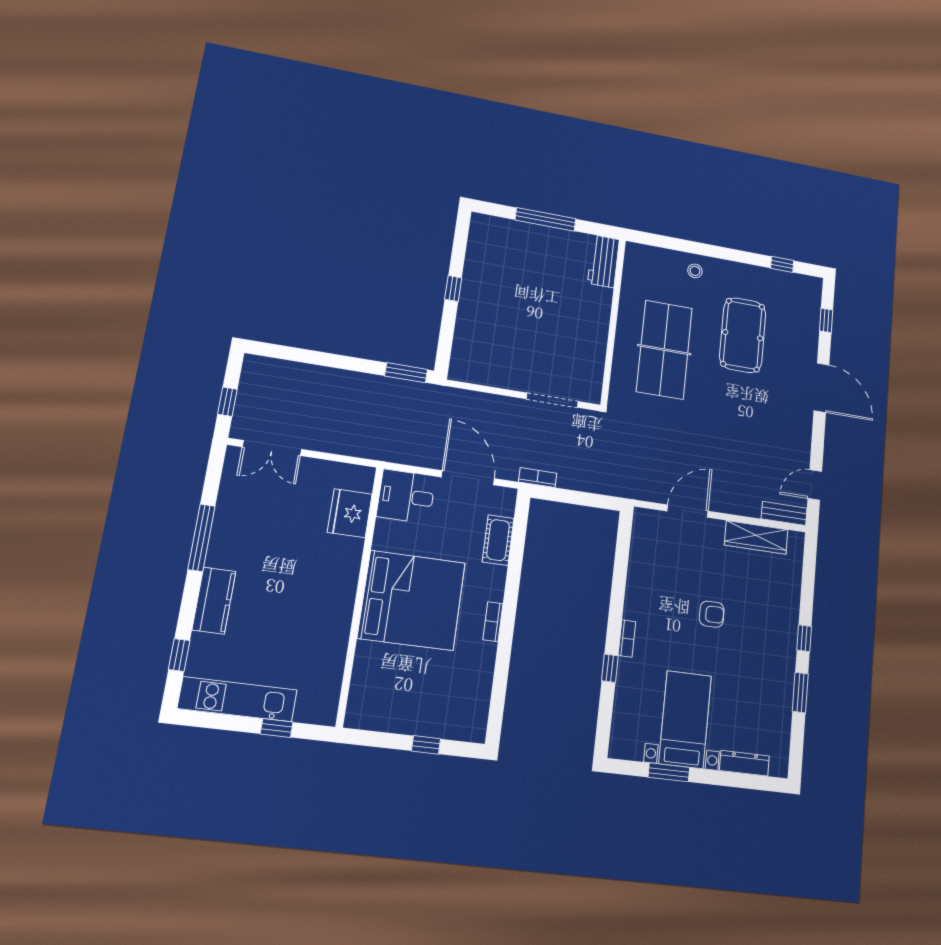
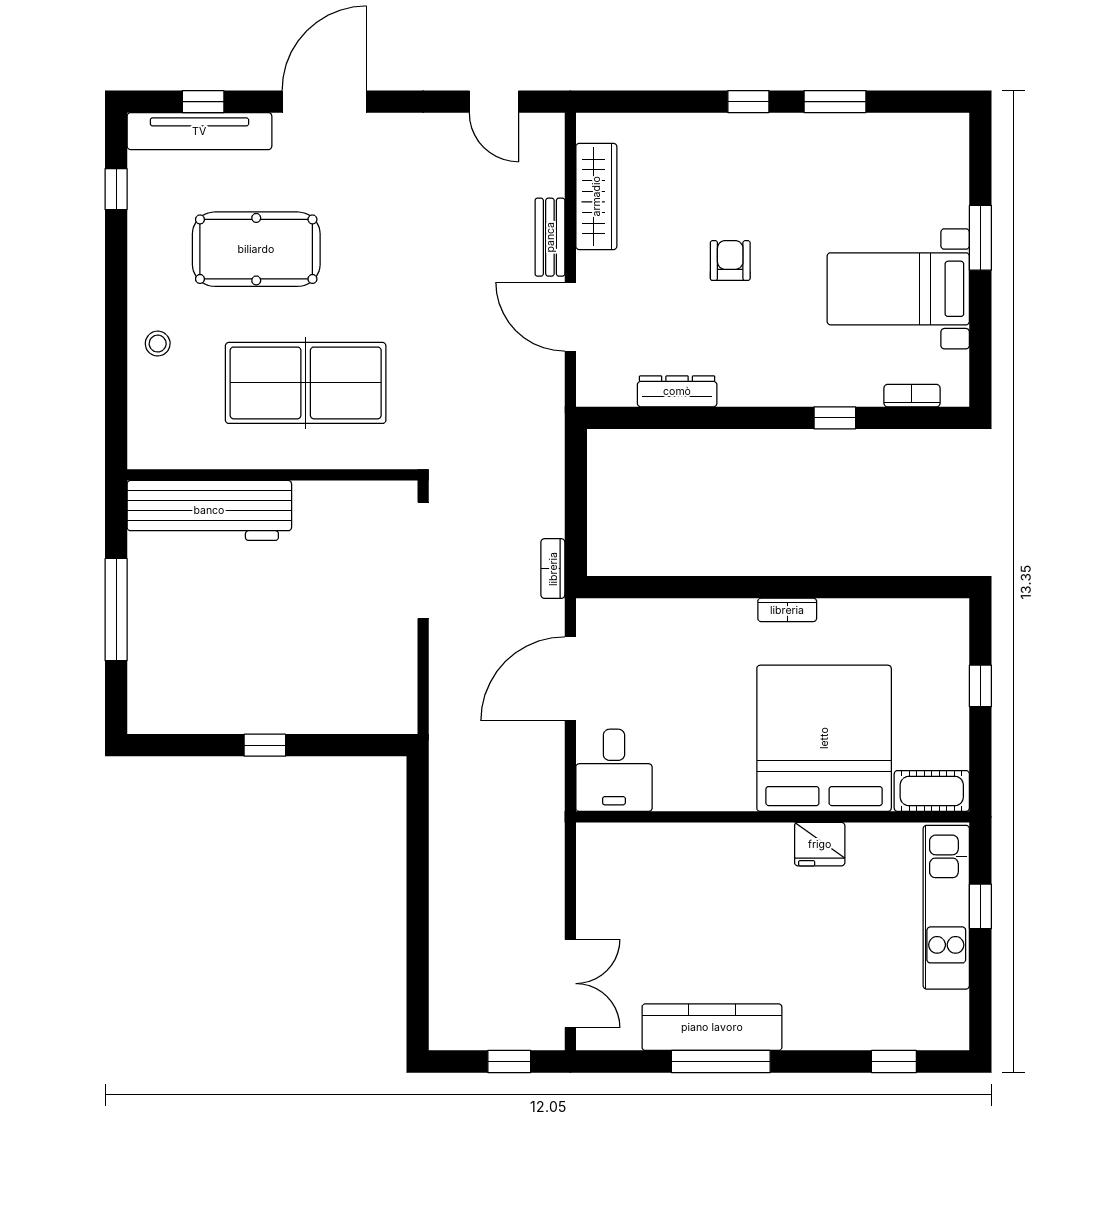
workbench: (604, 261) -> (209, 510), width x1.88, depth x1.32
tv unit: (810, 316) -> (199, 131), added
window: (406, 373) -> (418, 800), removed
doorway: (552, 400) -> (423, 560), width x1.36
fridge: (350, 513) -> (820, 844), moved, width x0.73, depth x0.75
bench: (784, 513) -> (550, 237), moved
cot: (498, 540) -> (932, 791), moved
bed: (412, 600) -> (824, 738), moved
kitchen counter: (214, 601) -> (712, 1027), moved, width x1.50
bookcase: (627, 639) -> (912, 396), moved
kitchen unit: (238, 699) -> (946, 907), moved
dresser: (744, 763) -> (677, 391), moved, turned 90
window: (669, 772) -> (980, 238), moved

